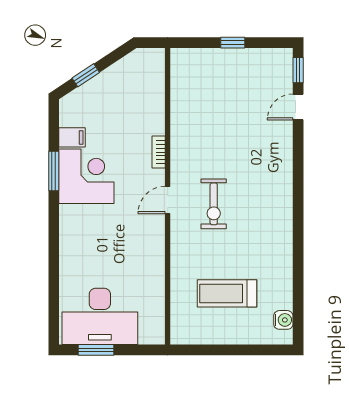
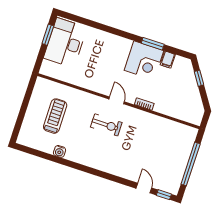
window: (233, 43) -> (191, 164), width x3.17
exercise bike: (214, 204) -> (106, 125), turned 180
water cooler: (283, 320) -> (60, 151), moved

